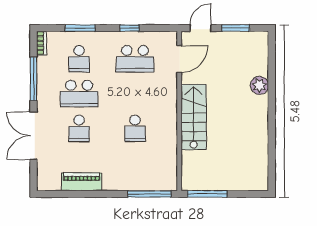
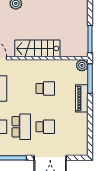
piano: (82, 182) -> (82, 98), moved
plant: (169, 182) -> (82, 65), added

